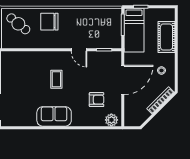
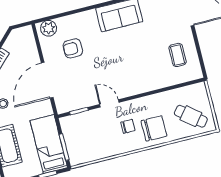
chair: (69, 28) -> (128, 126), added
coffee table: (56, 79) -> (178, 55), moved

